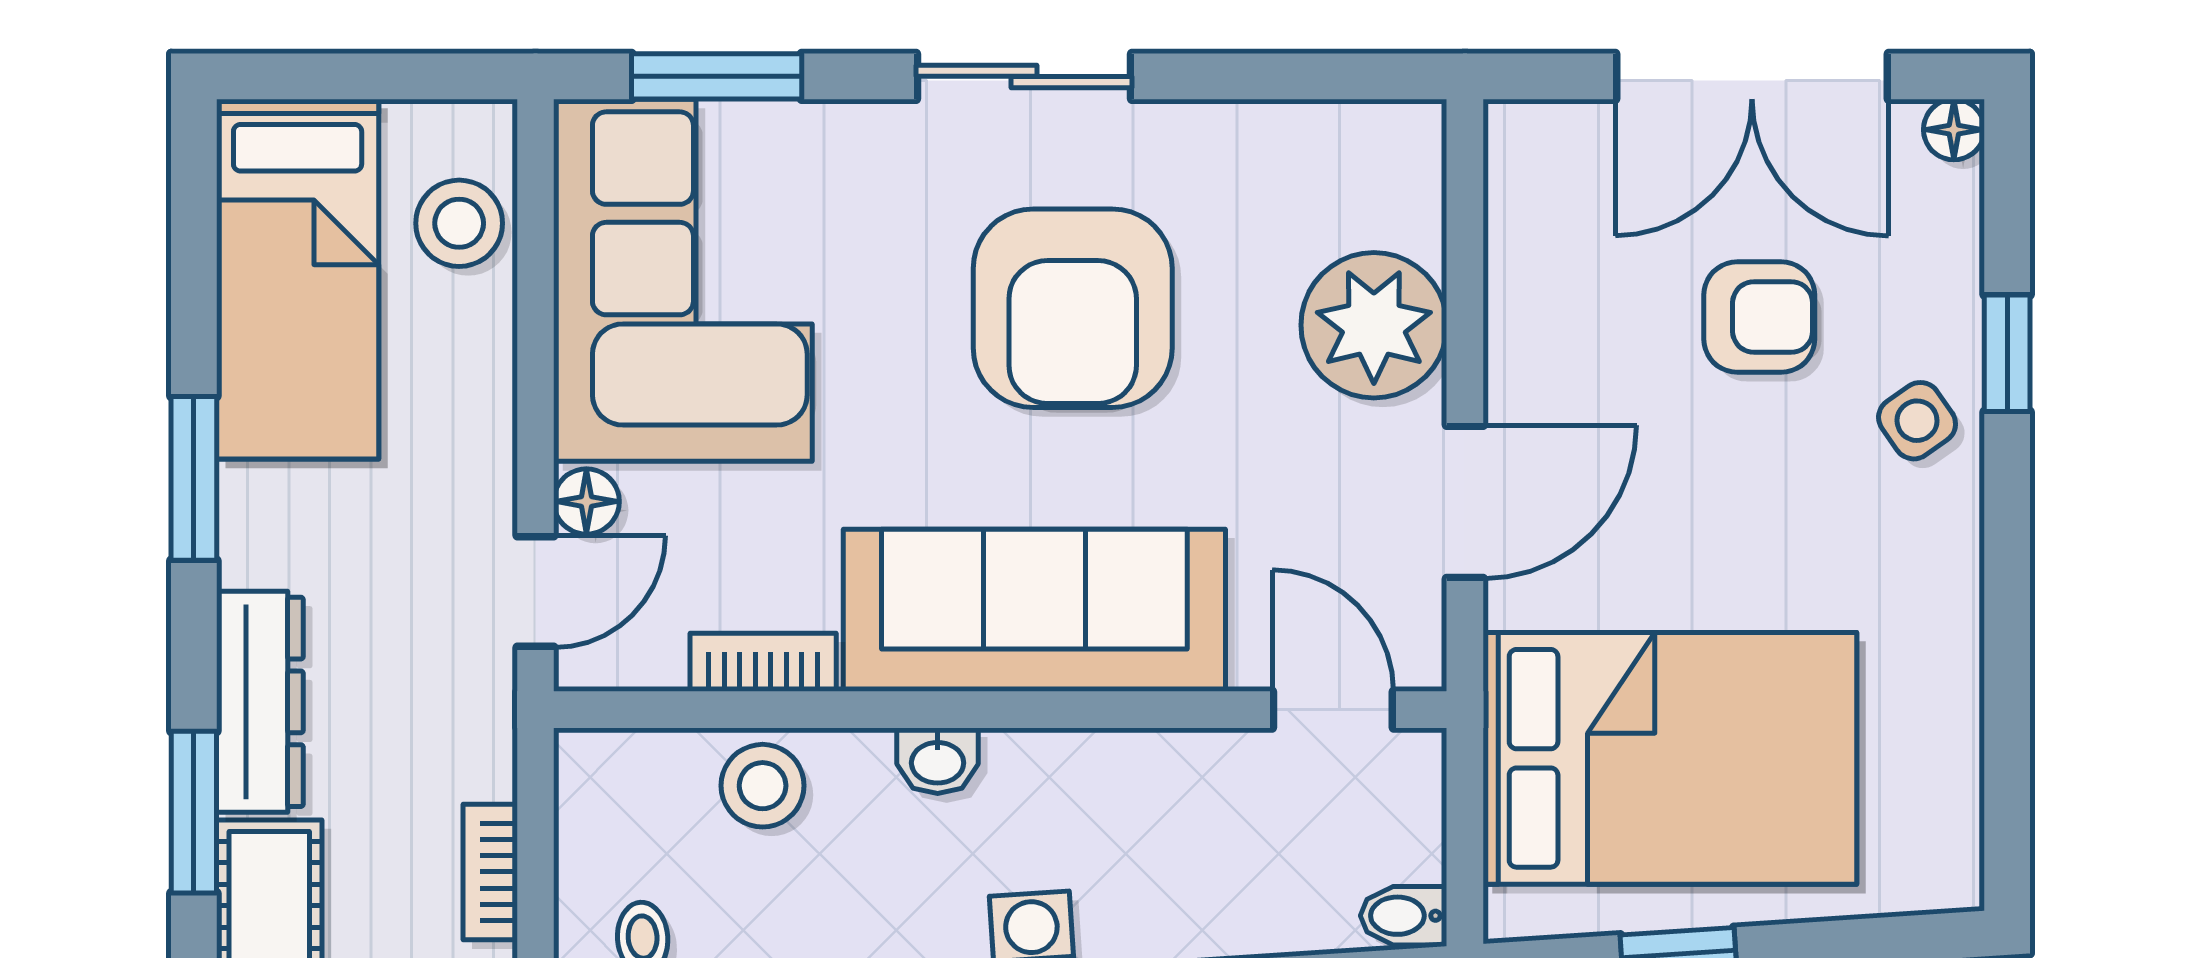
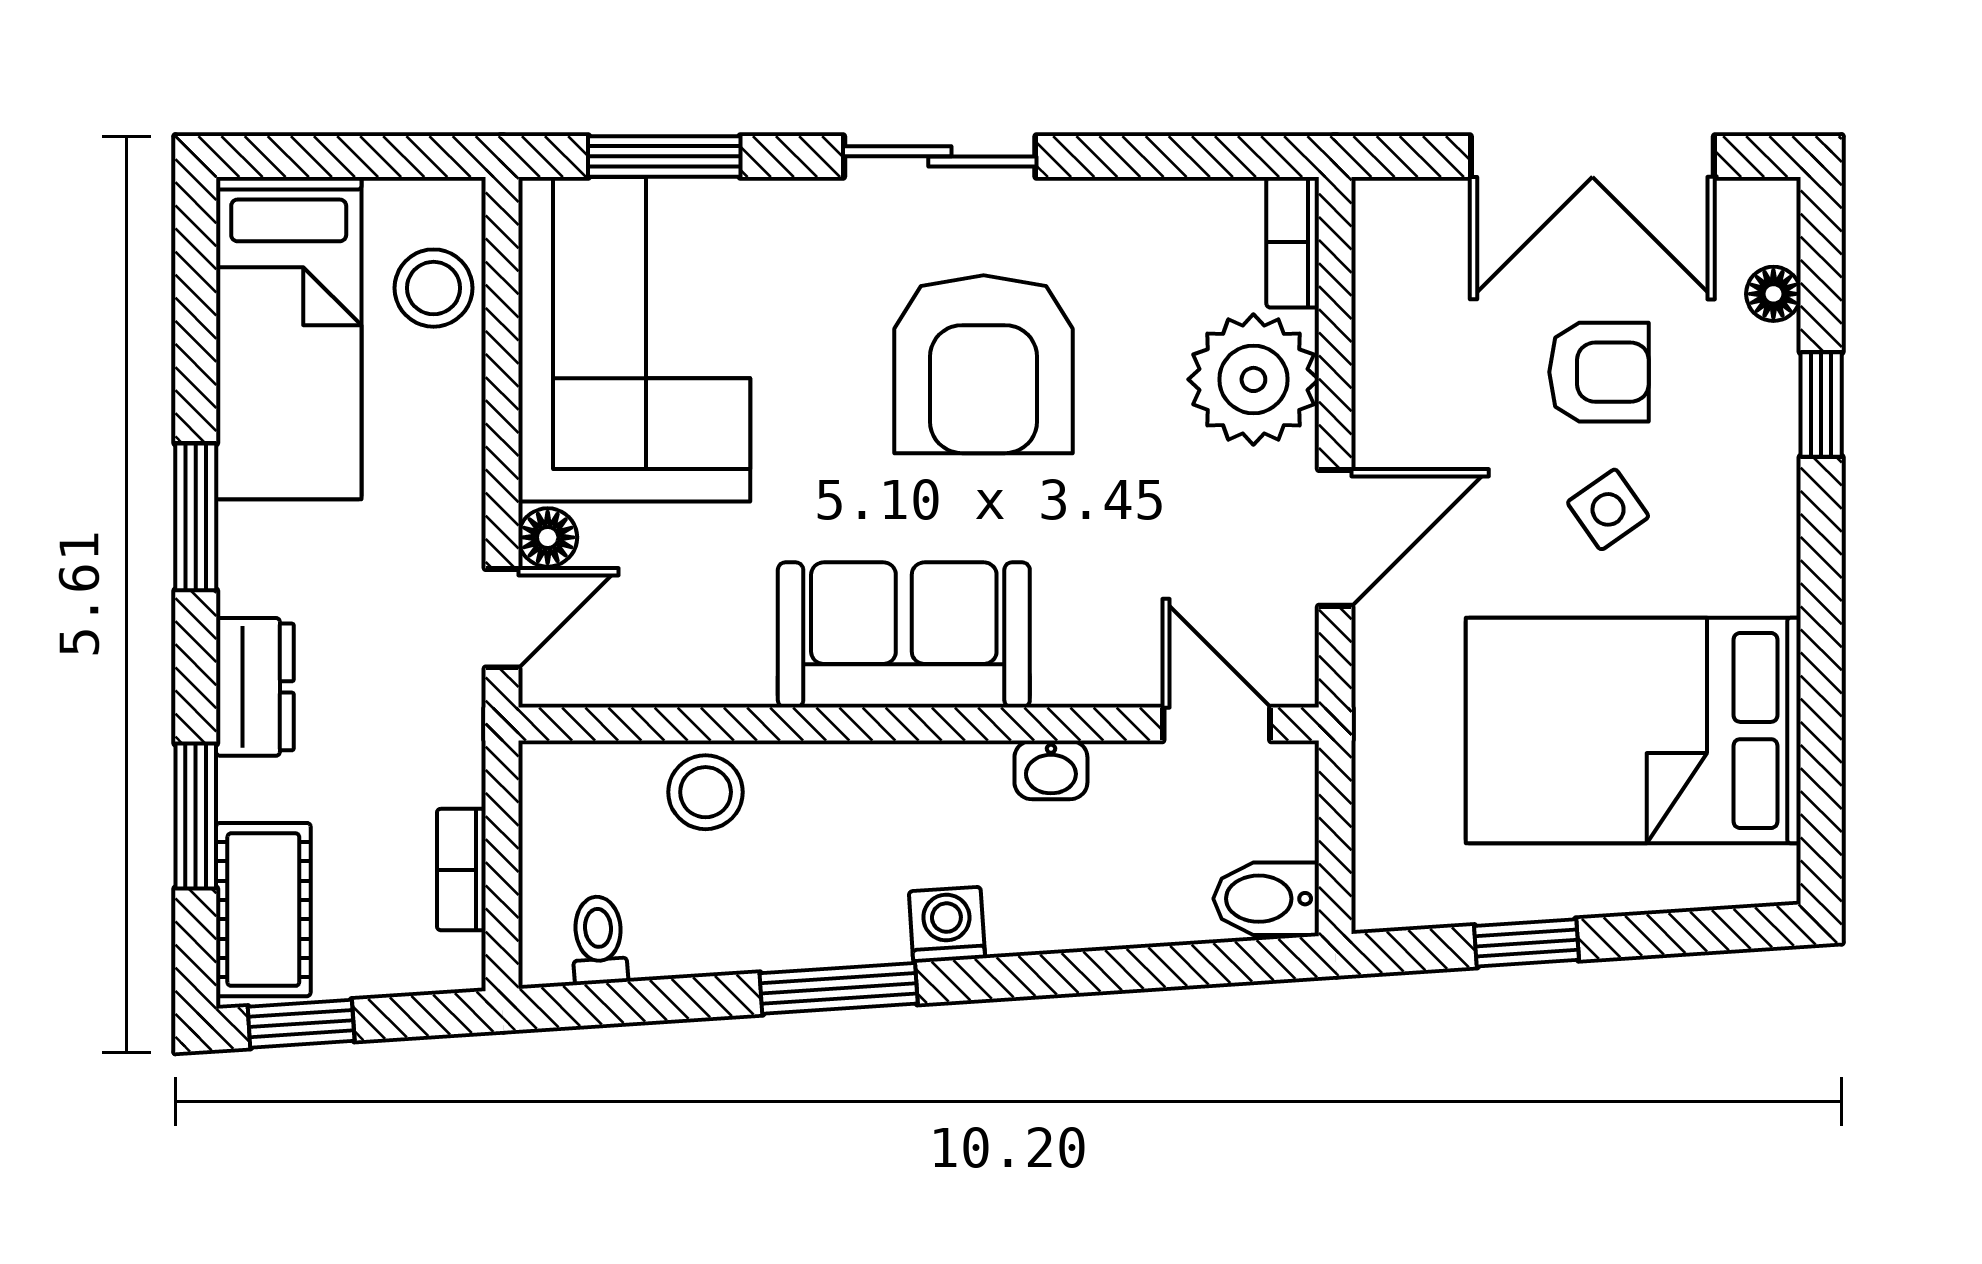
floor lamp: (1954, 130) -> (1773, 294), moved
side table: (1917, 421) -> (1608, 509), moved
sofa: (1034, 610) -> (904, 635), width x0.73
bookcase: (763, 662) -> (1293, 242), moved, turned -90
dresser: (260, 702) -> (255, 687), width x0.70
bed: (1670, 758) -> (1633, 731), moved, turned 180
washbasin: (938, 761) -> (1051, 770), moved
bidet: (1404, 916) -> (1266, 899), width x1.38, depth x1.36

